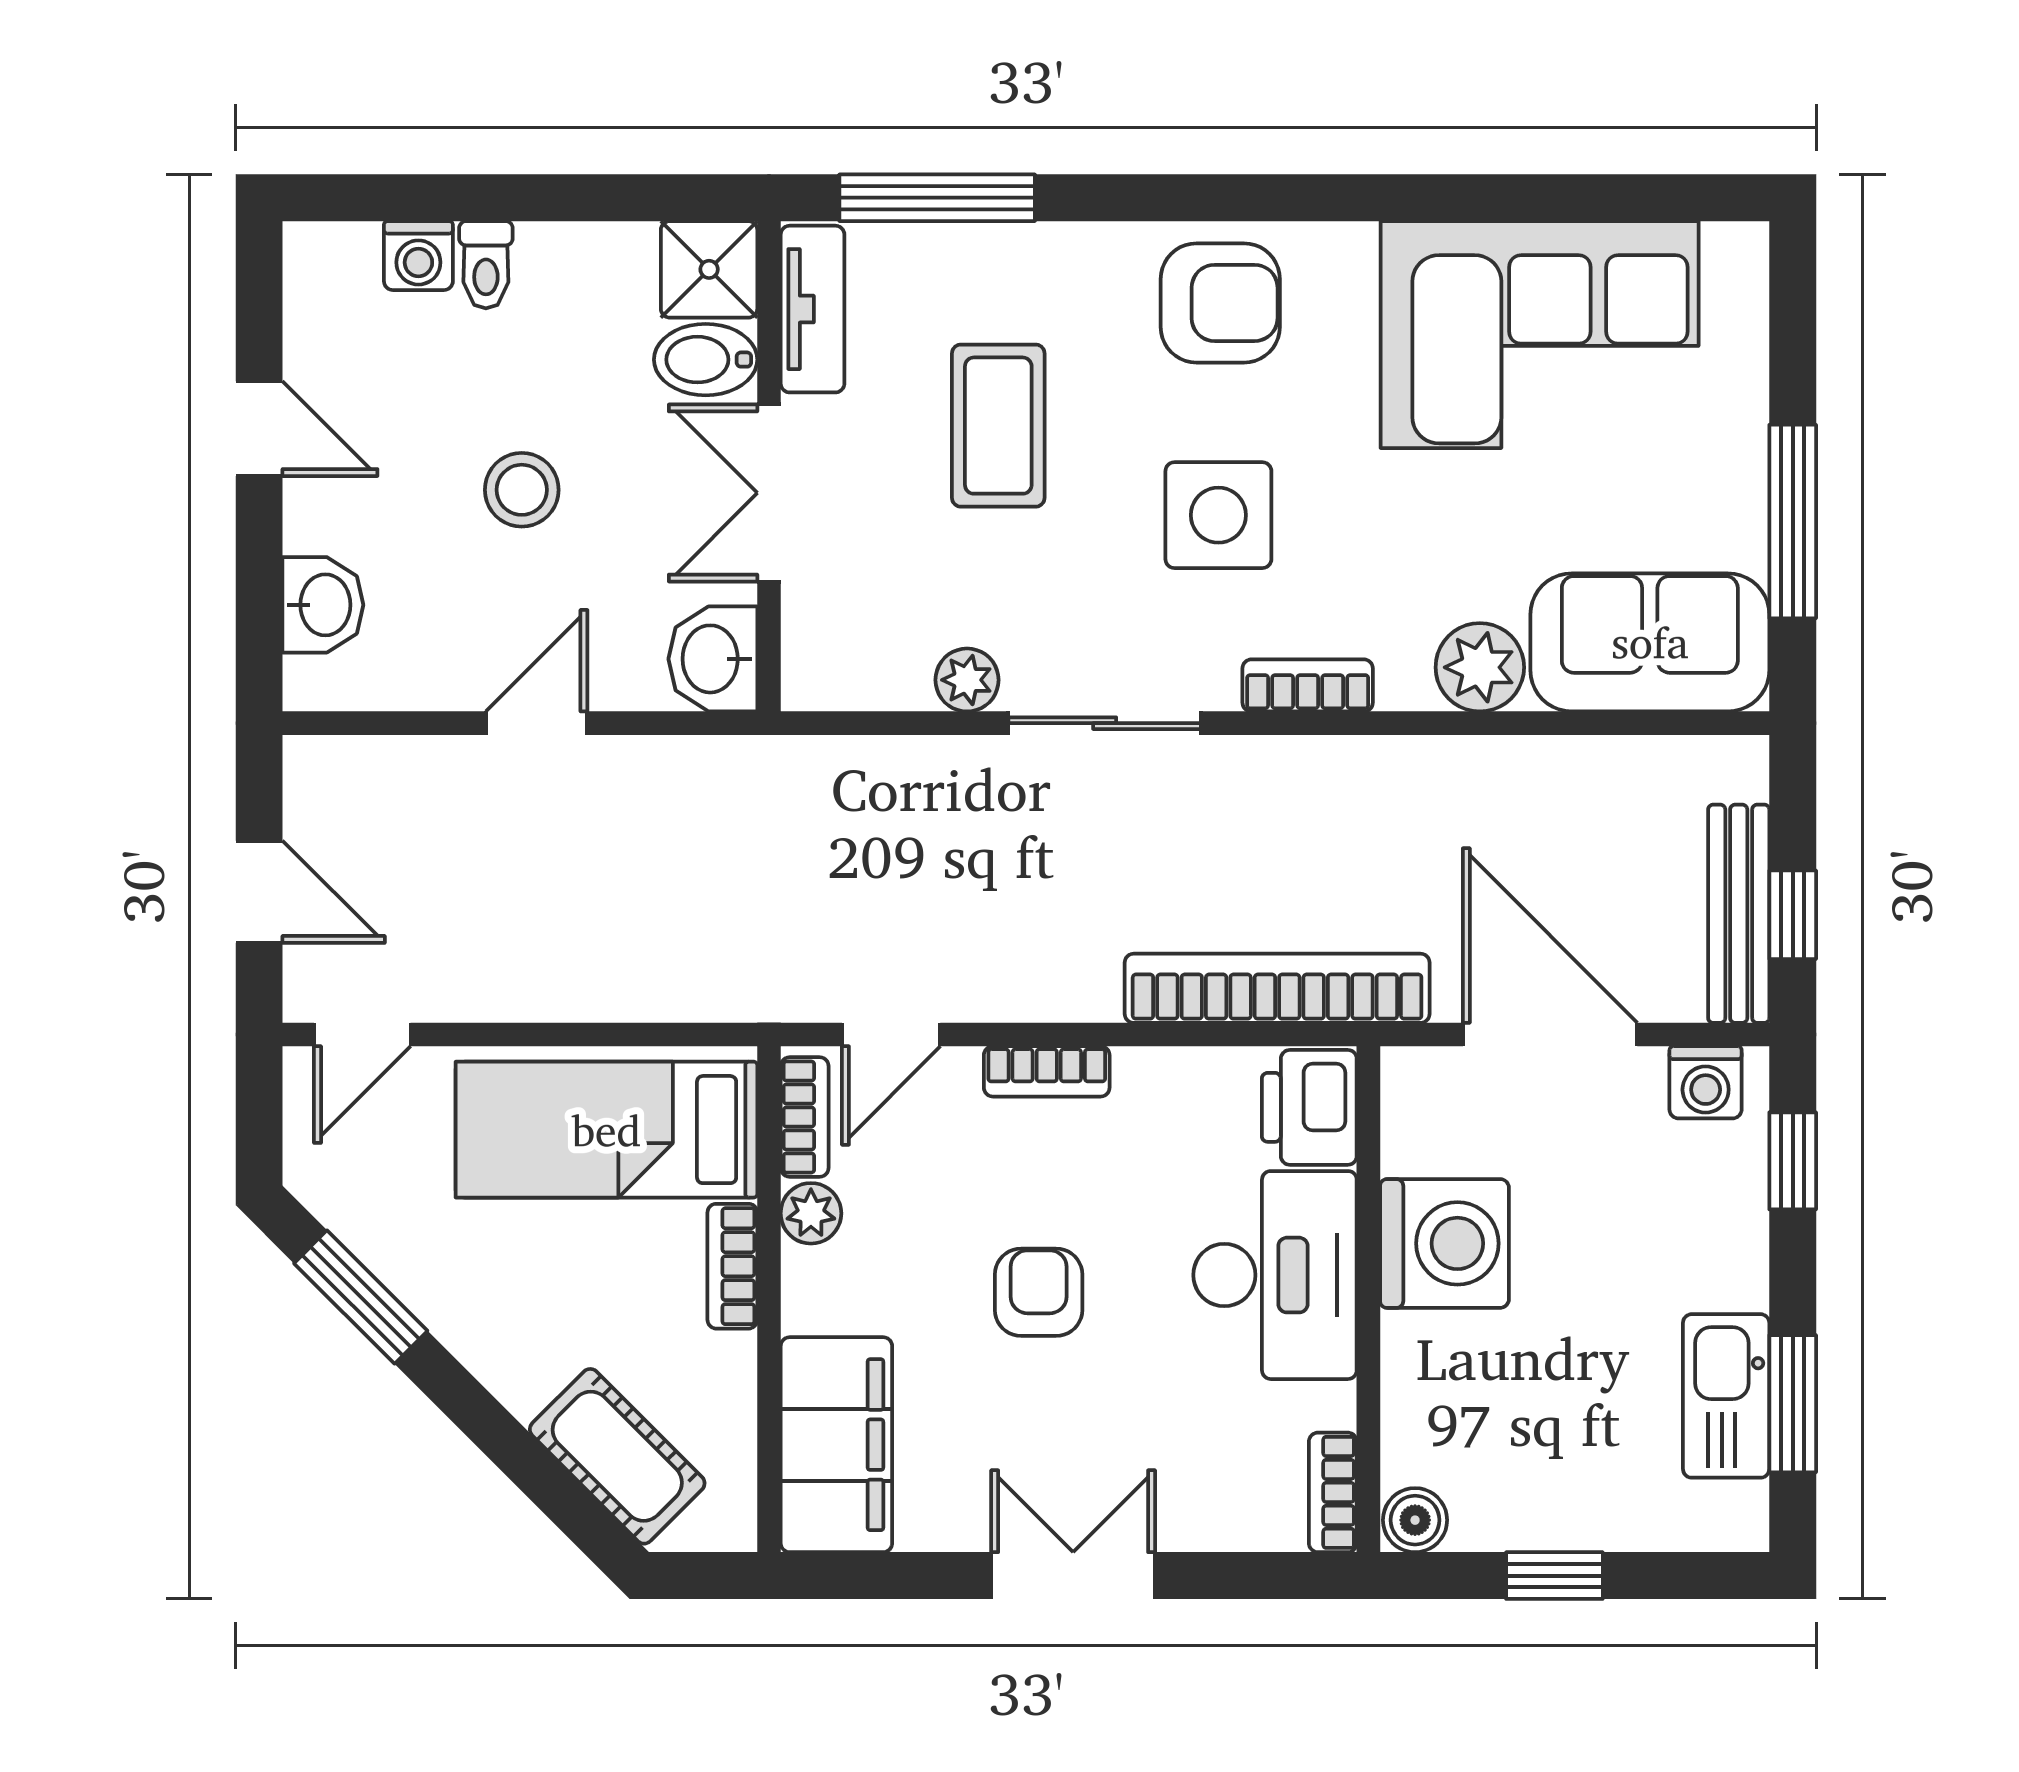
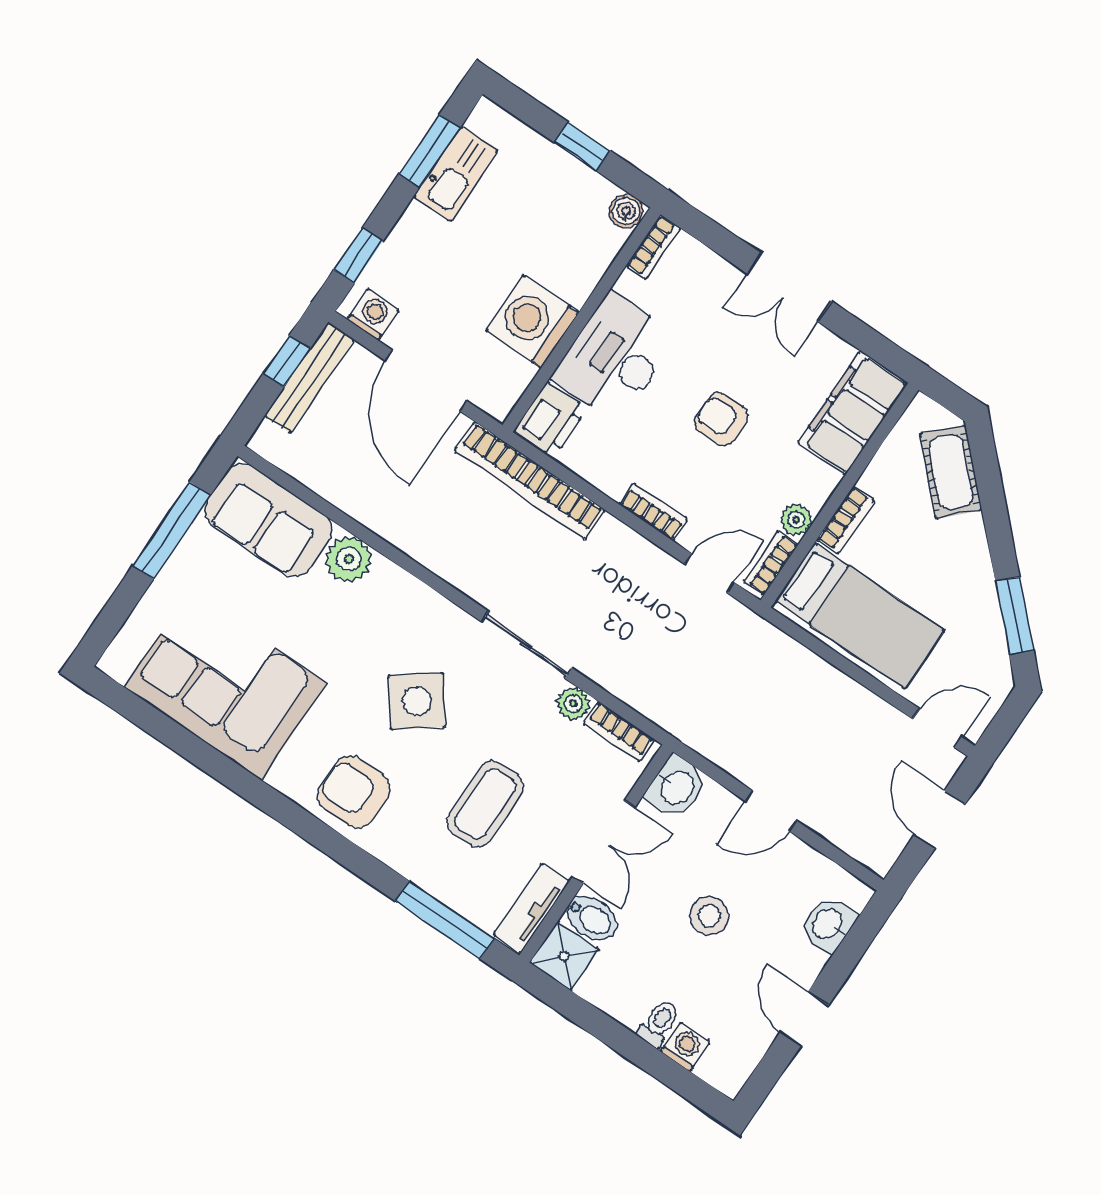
side table: (1218, 515) -> (417, 701), turned -37
bookcase: (1308, 685) -> (619, 731), moved
armchair: (1039, 1292) -> (721, 419), turned 90

